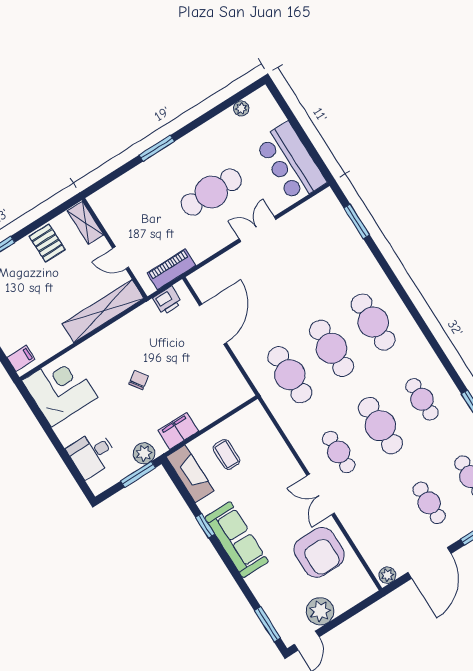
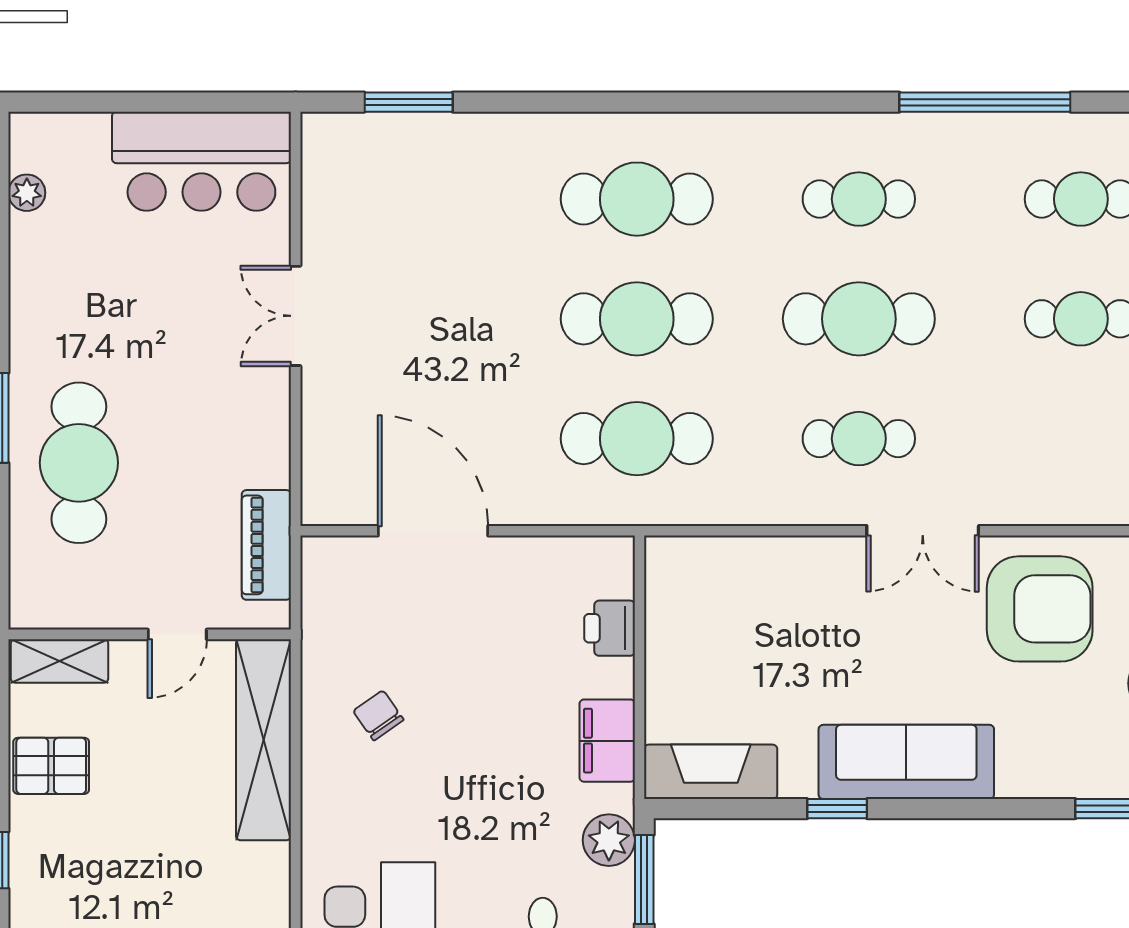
cafe table: (211, 192) -> (79, 463), moved
printer: (167, 301) -> (610, 628), moved, turned 180
chair: (139, 380) -> (378, 715), moved
coffee table: (226, 454) -> (718, 672), removed

